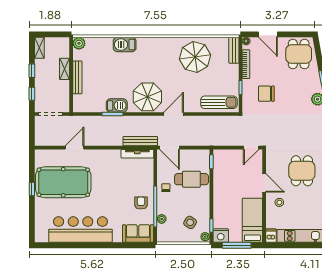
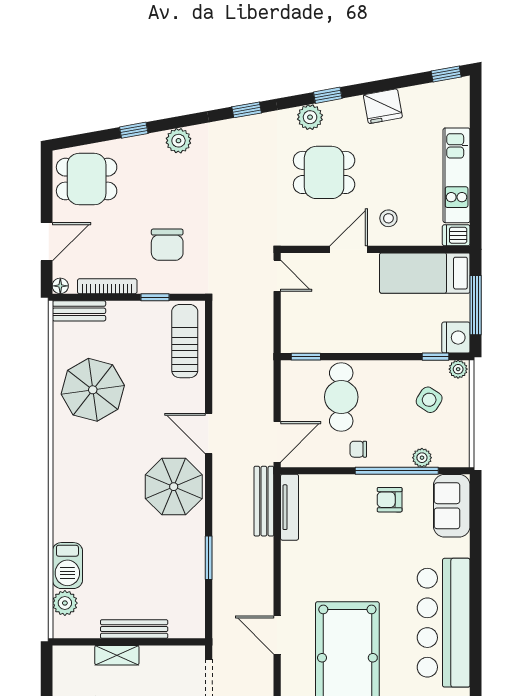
plant: (79, 43) -> (65, 603), moved
barbecue: (125, 45) -> (67, 566), moved
barbecue: (117, 106) -> (191, 549), removed

